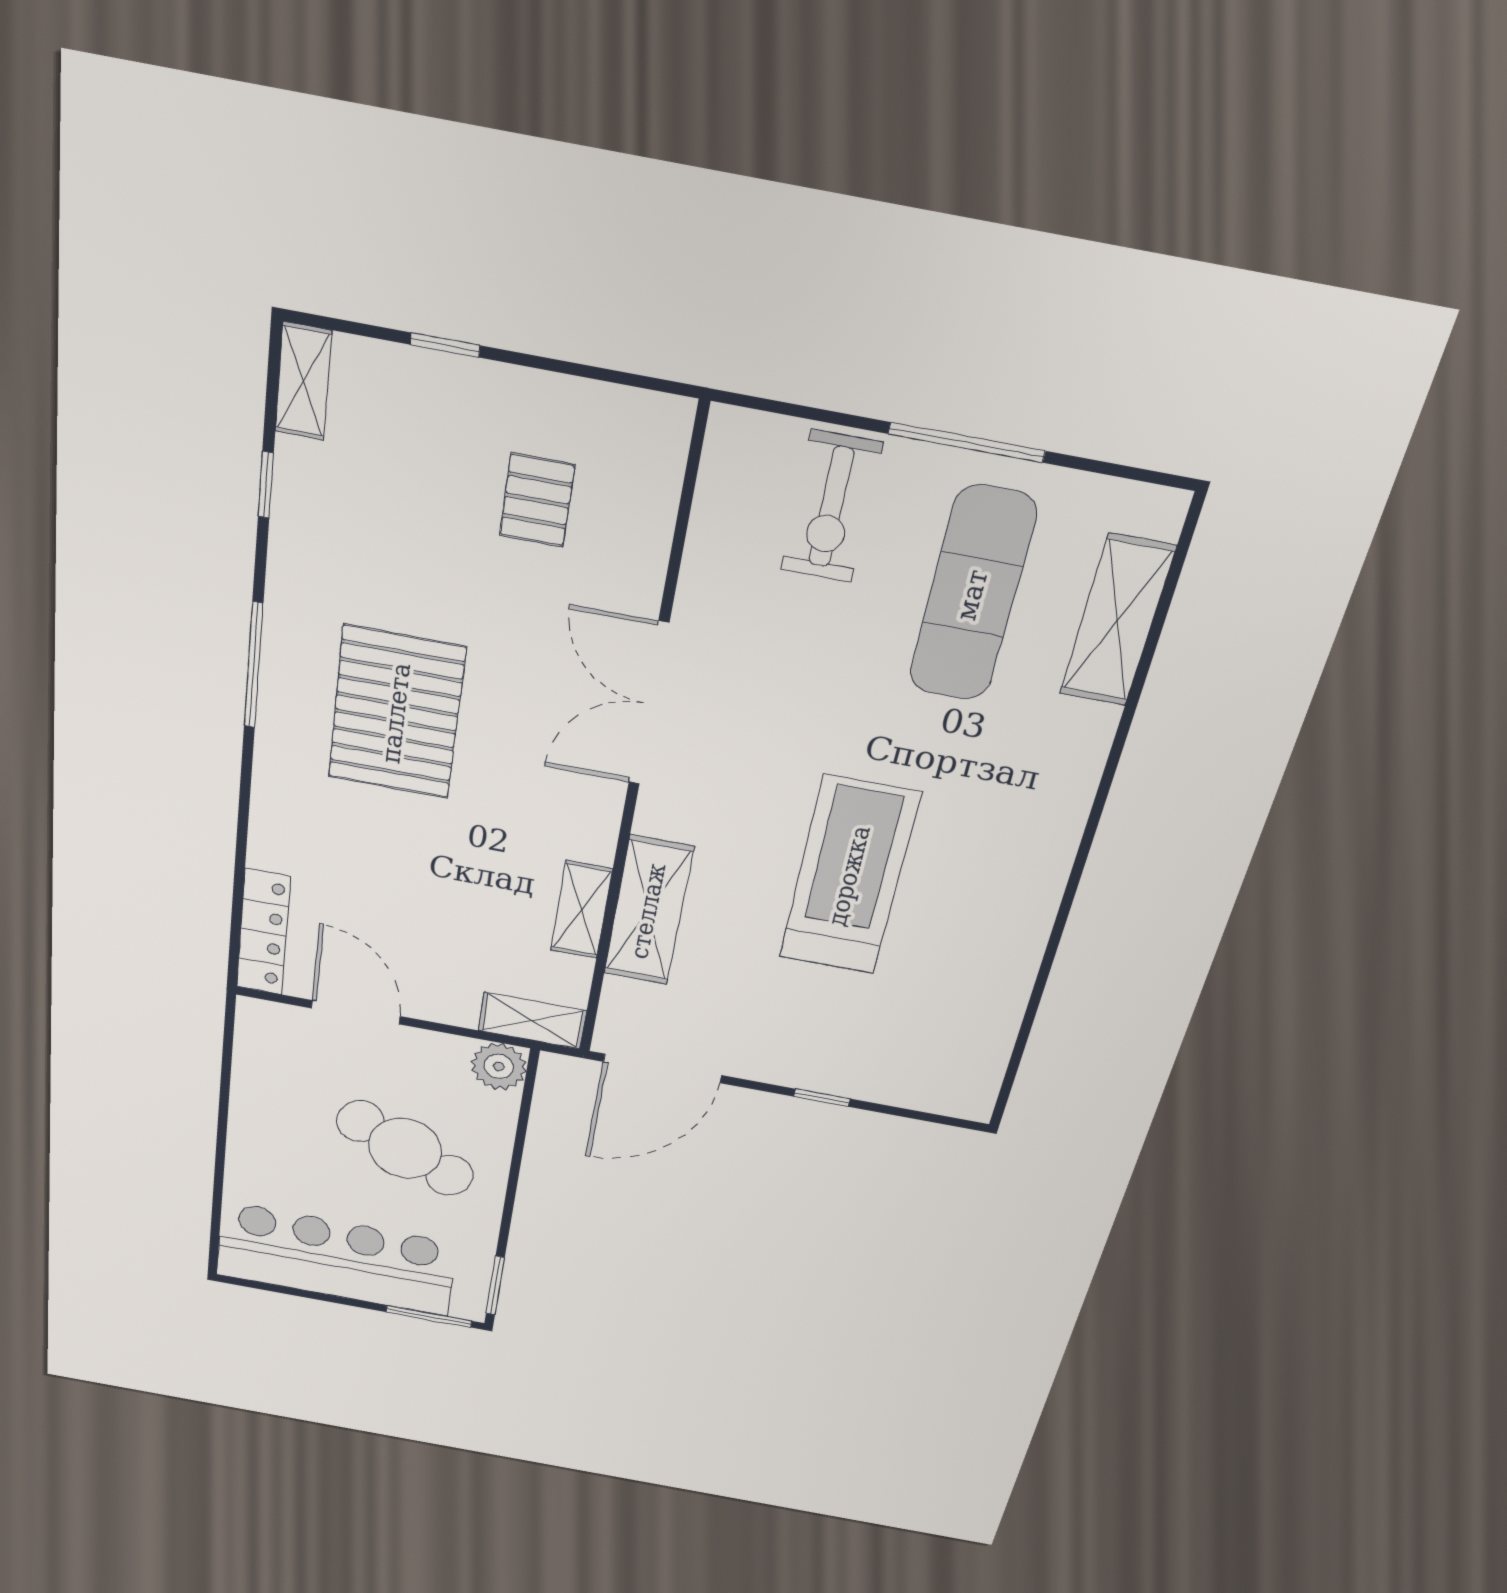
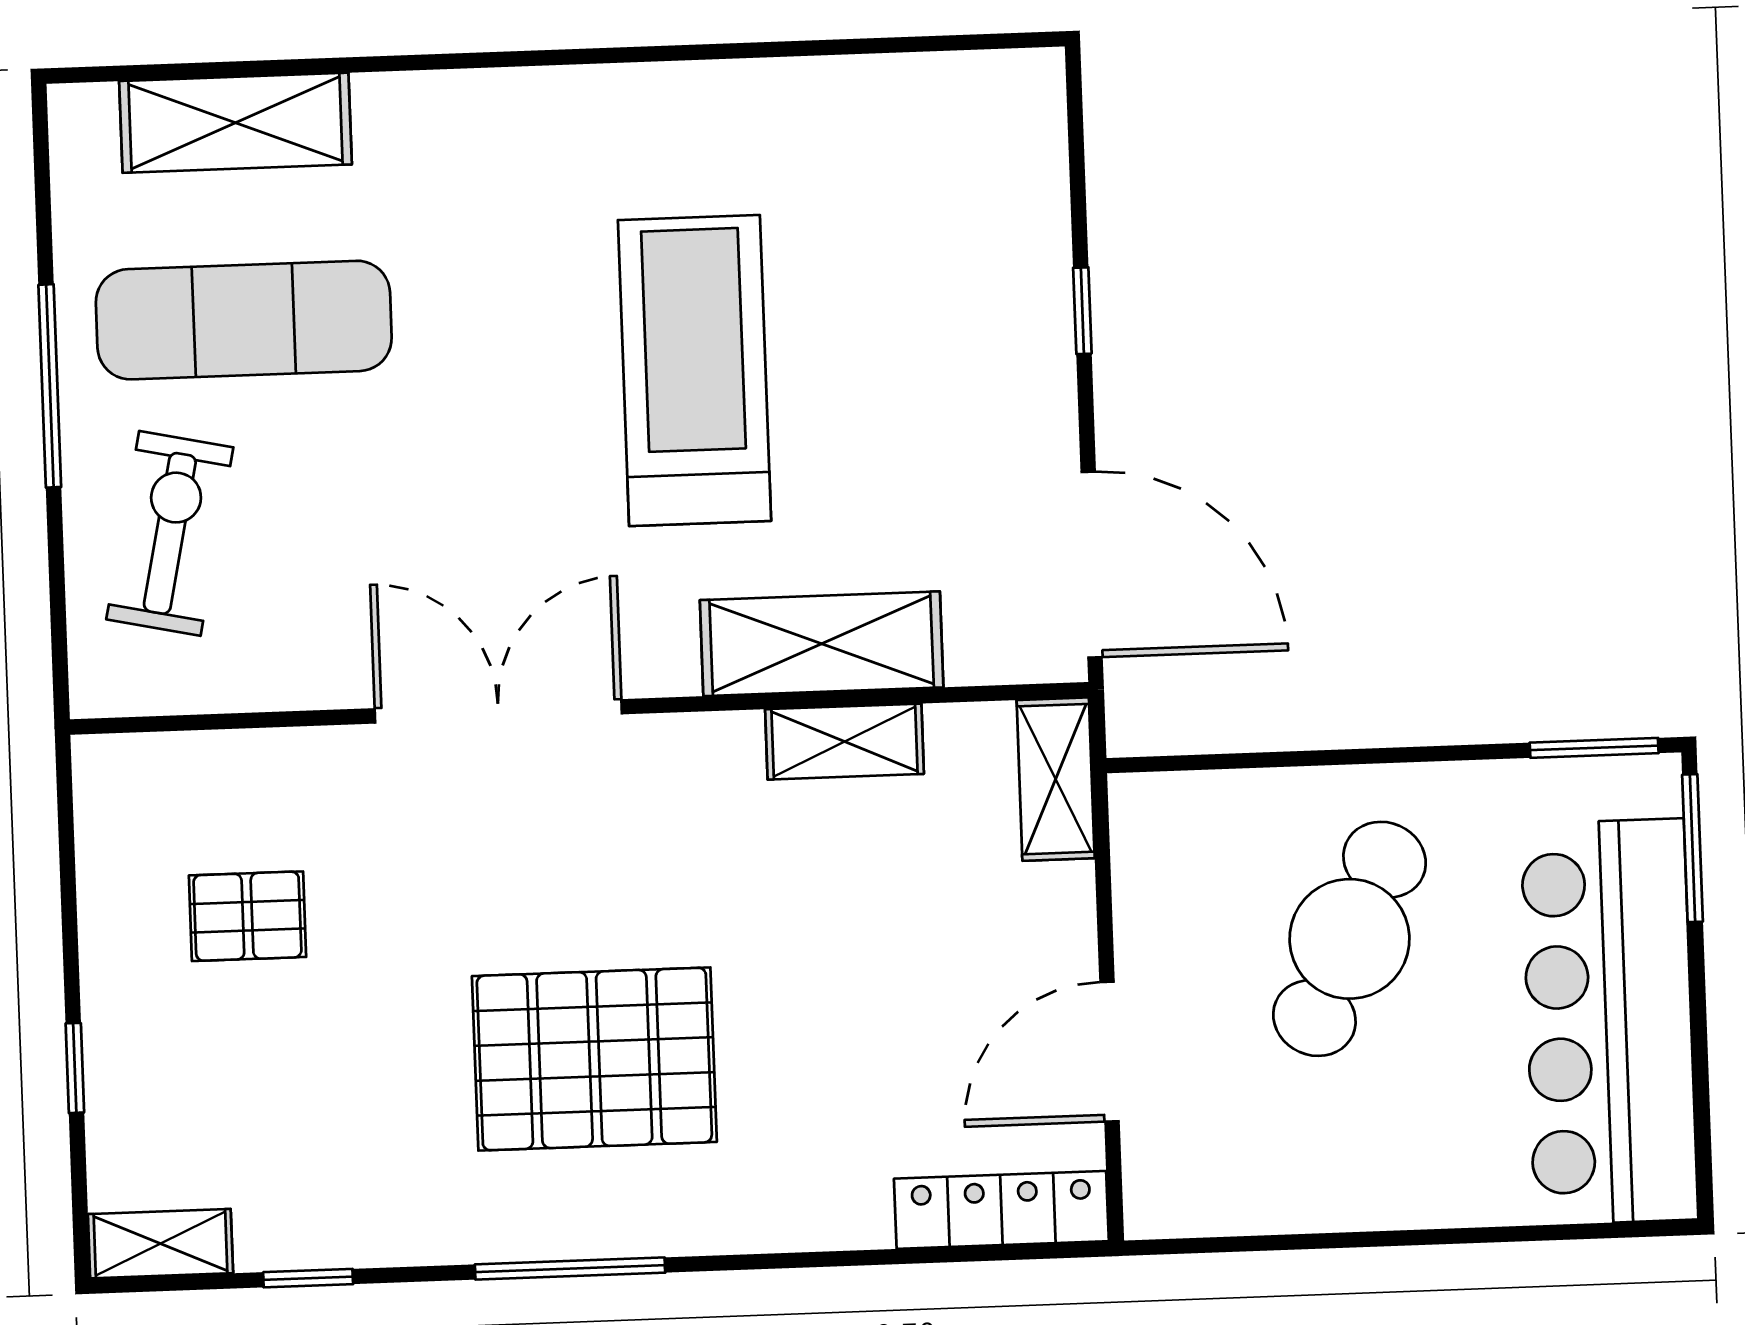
exercise bike: (831, 507) -> (170, 533), turned -78
double door: (649, 704) -> (498, 711), swing flipped
treadmill: (849, 876) -> (695, 370), turned 90
plant: (499, 1066) -> (1153, 816), removed

